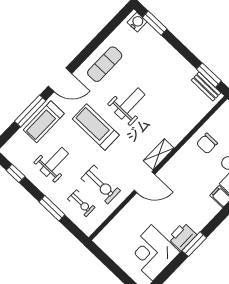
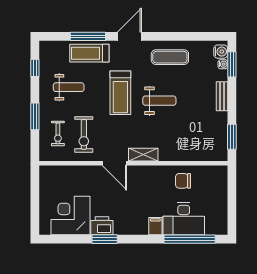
water cooler: (148, 30) -> (223, 64), added
door: (60, 80) -> (129, 36), swing flipped
bench: (206, 86) -> (222, 96), moved
treadmill: (96, 127) -> (120, 93), turned 180

